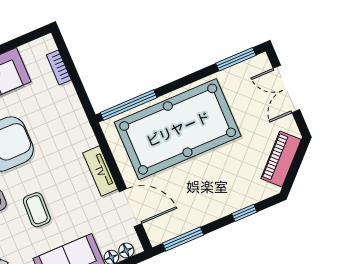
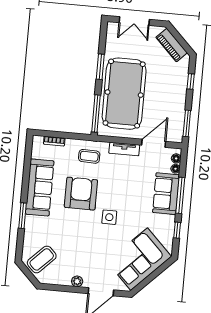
window: (236, 59) -> (100, 67), moved
coffee table: (37, 210) -> (89, 156), moved

